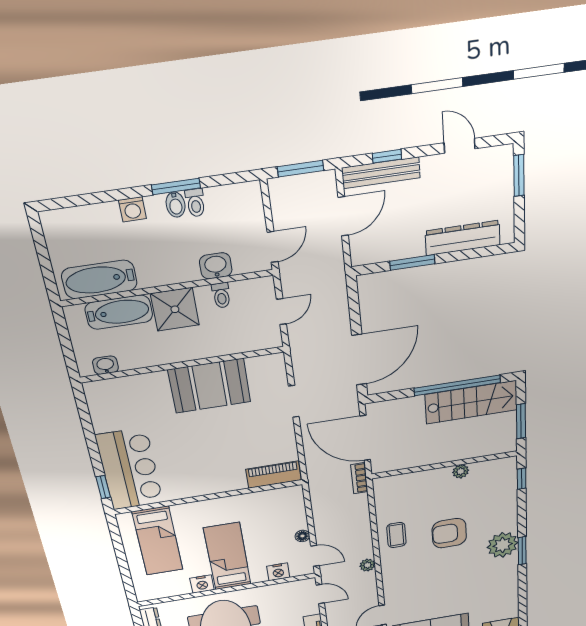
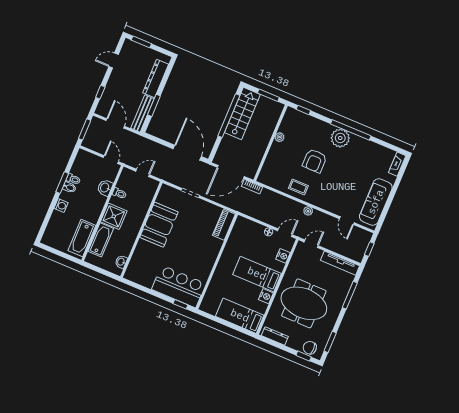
bench: (381, 173) -> (142, 113), moved
door: (281, 312) -> (143, 173), hinge flipped
bed: (158, 541) -> (240, 316), moved, turned 180
window: (522, 551) -> (351, 130), width x2.11

